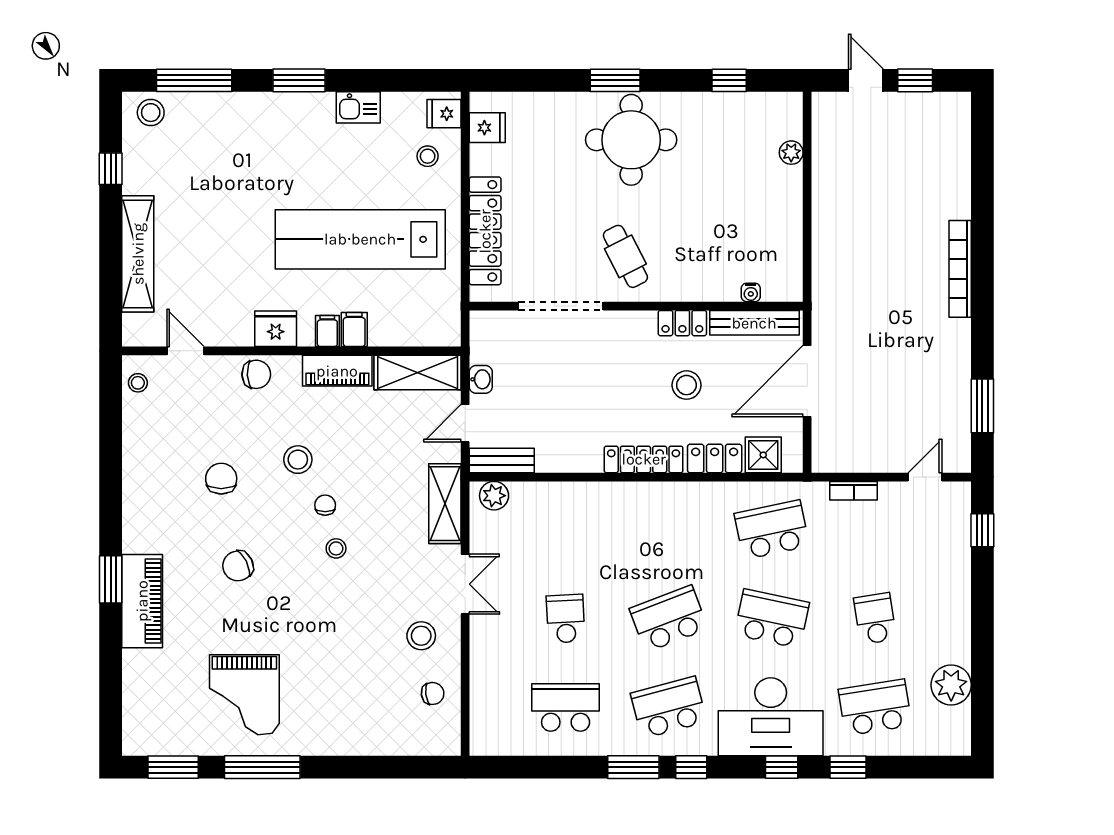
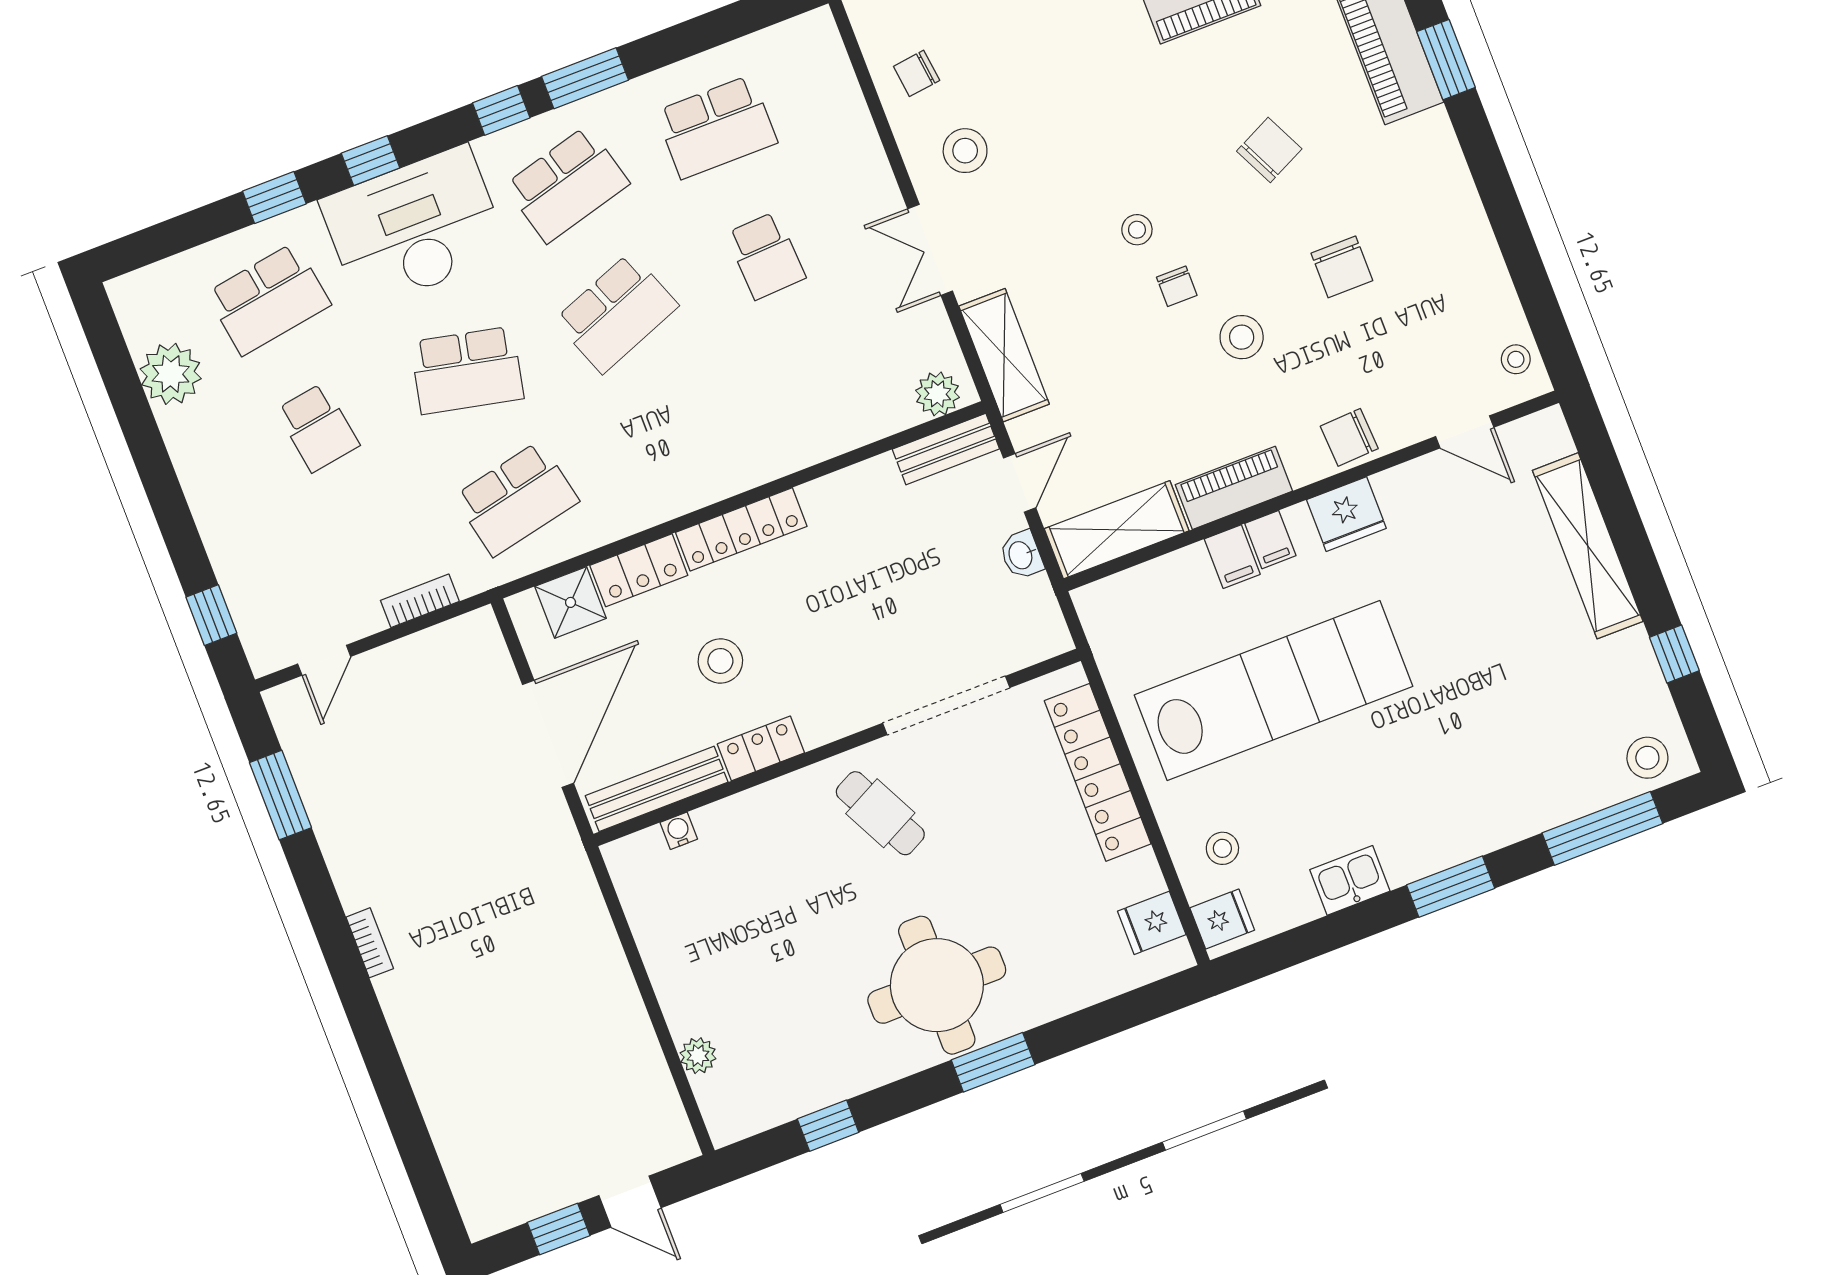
bookcase: (960, 269) -> (370, 943), width x0.43, depth x0.76

